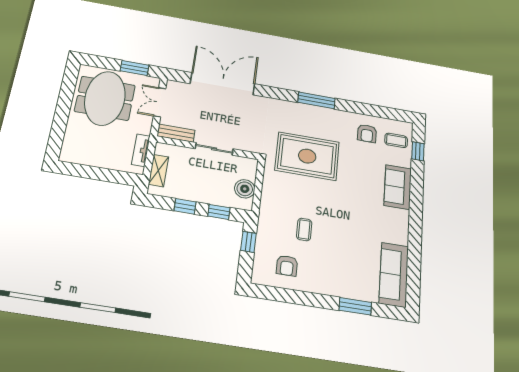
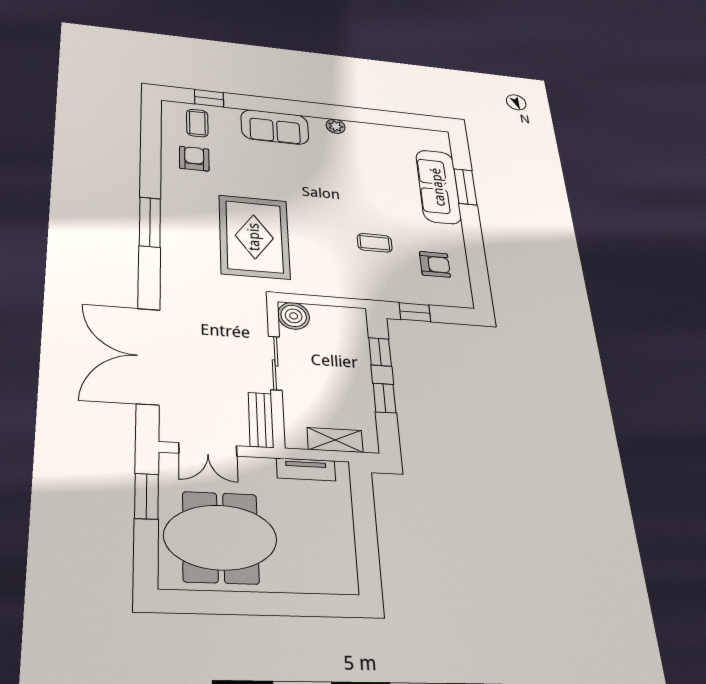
armchair: (367, 133) -> (194, 159), turned -90
boiler: (245, 189) -> (294, 316), moved
plant: (403, 227) -> (336, 126), added
sofa: (394, 275) -> (438, 187), moved, turned 90

